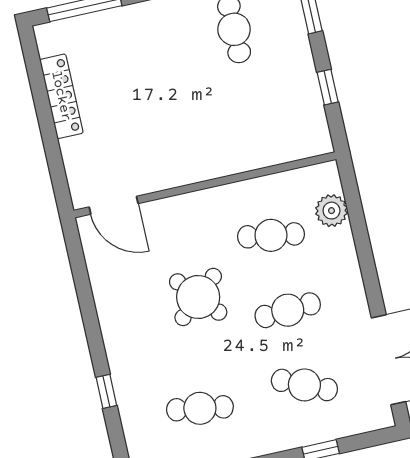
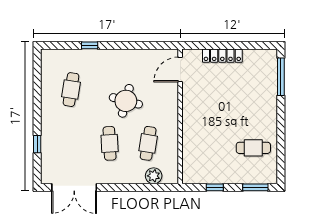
locker: (61, 96) -> (222, 56), moved
round table: (198, 297) -> (126, 101), turned -34
cafe table: (304, 385) -> (71, 143), removed

